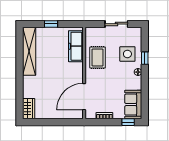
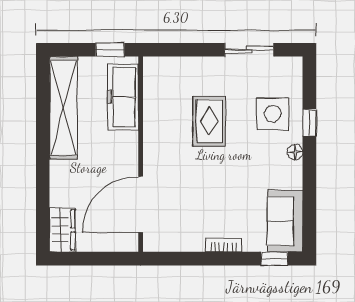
freezer: (76, 46) -> (123, 97), moved
wall: (84, 73) -> (141, 154), moved
door: (84, 97) -> (141, 204), moved

